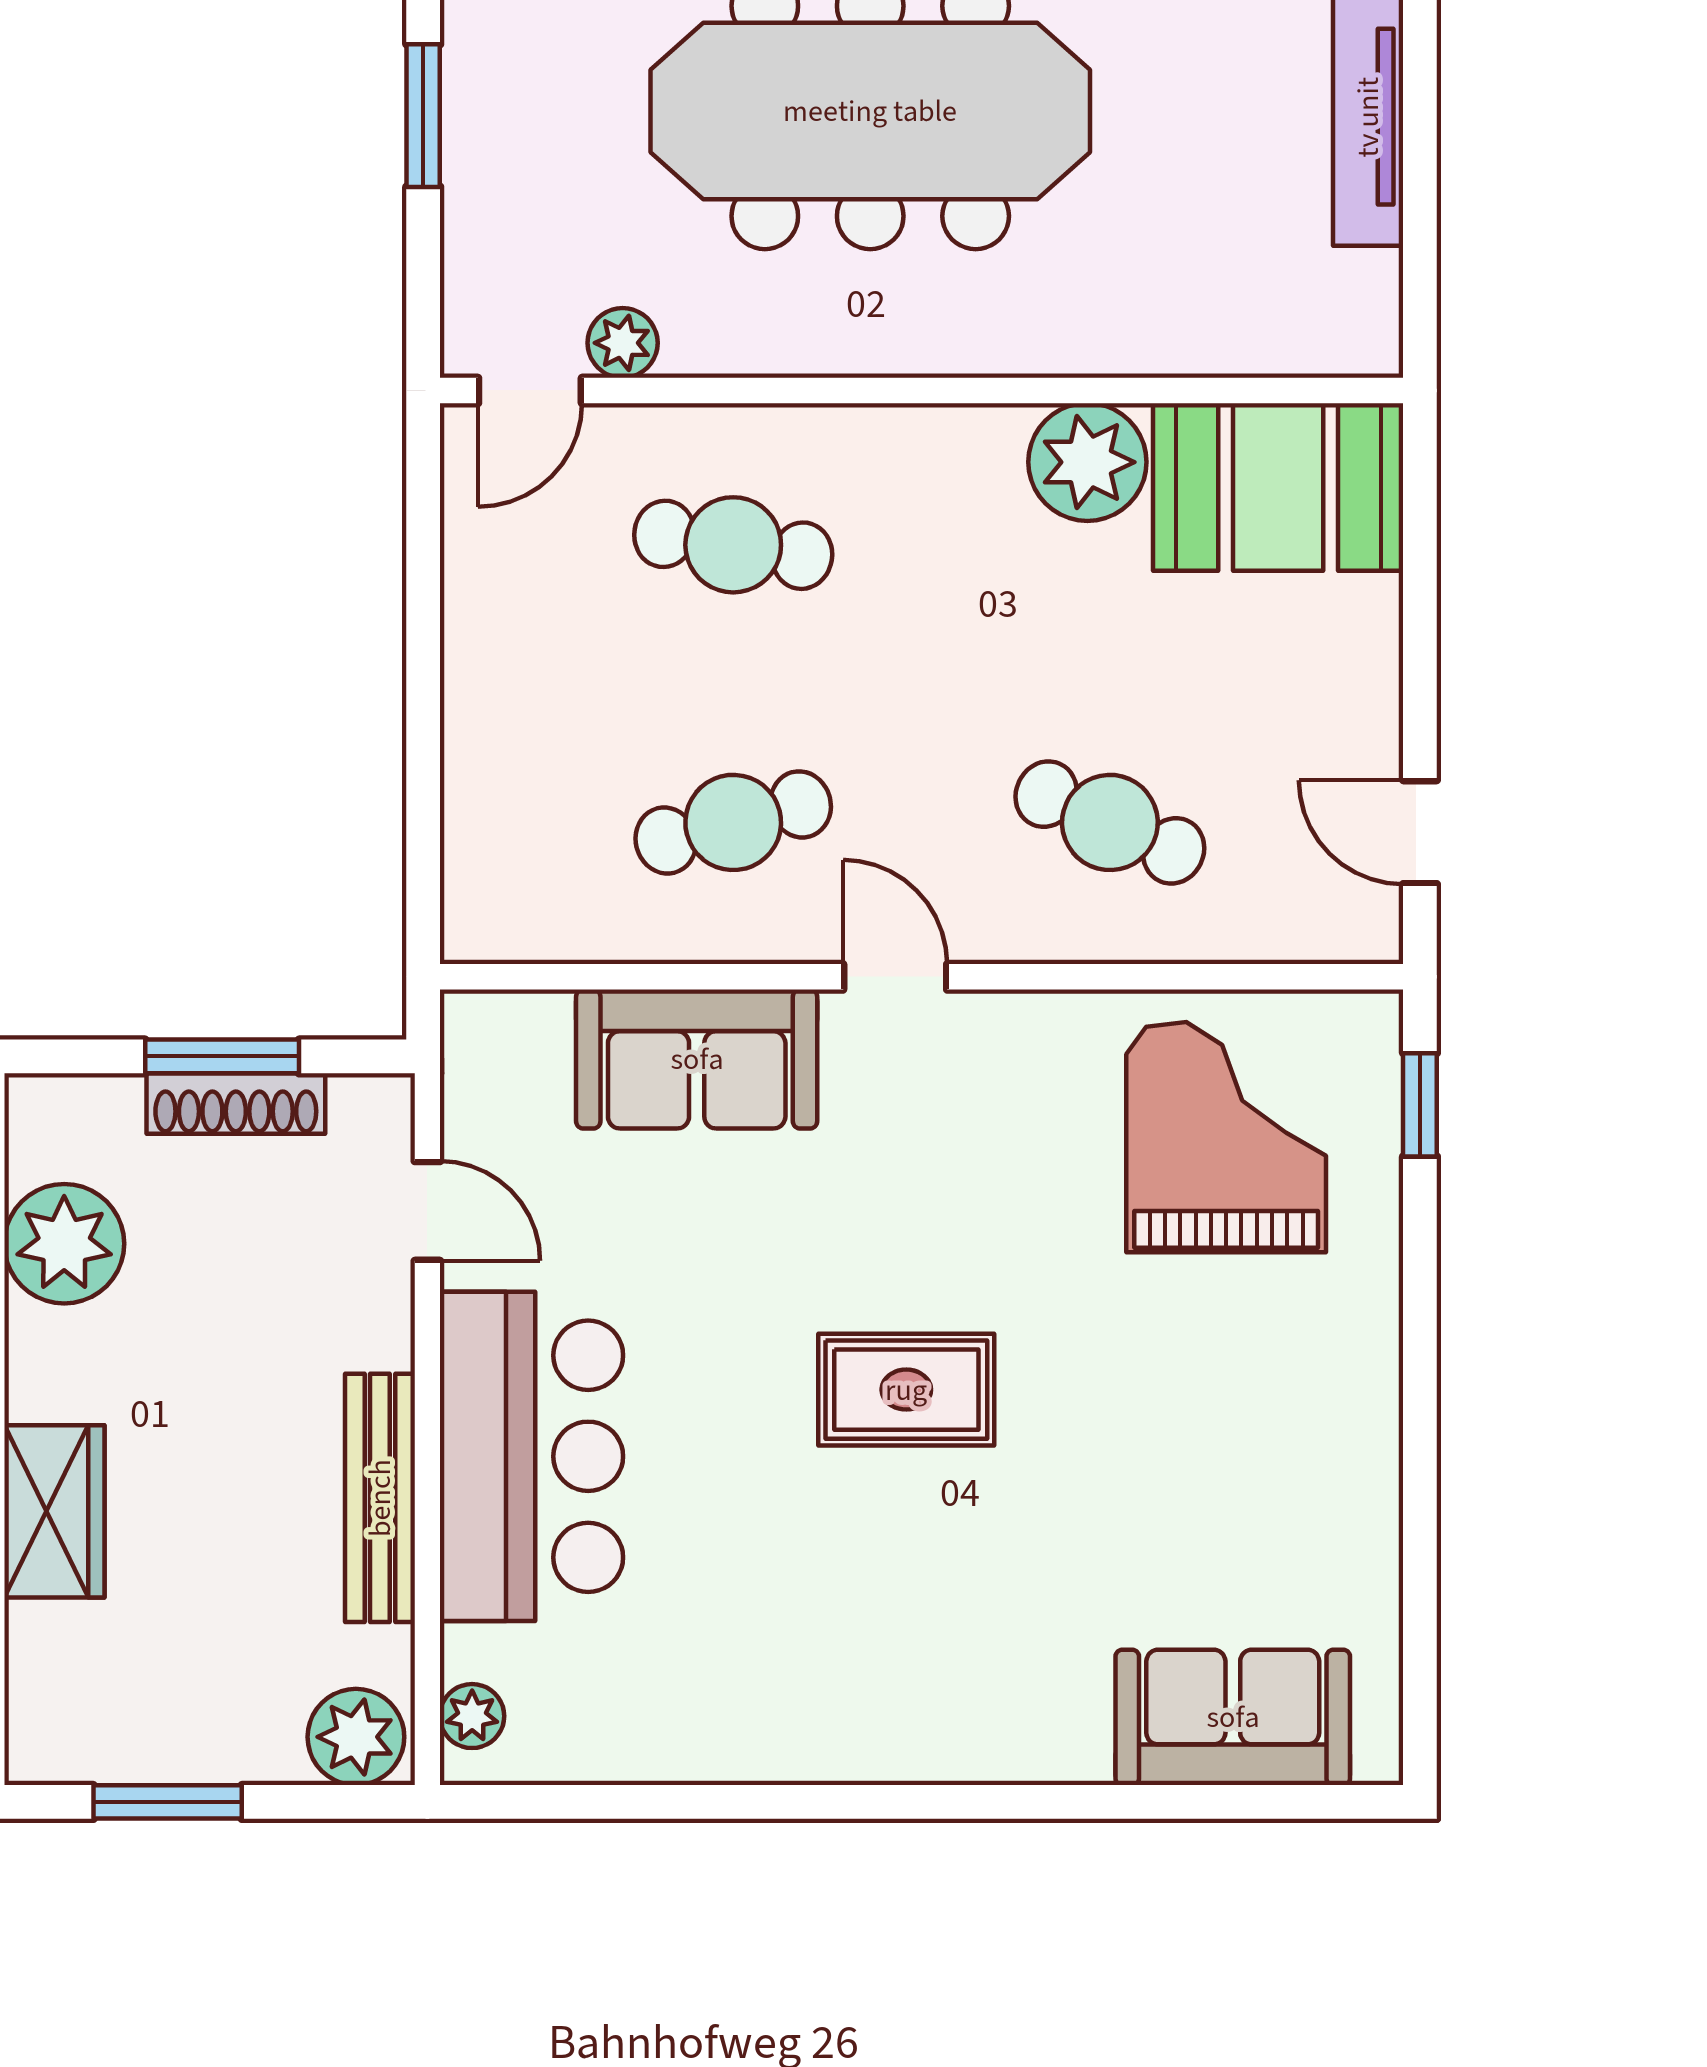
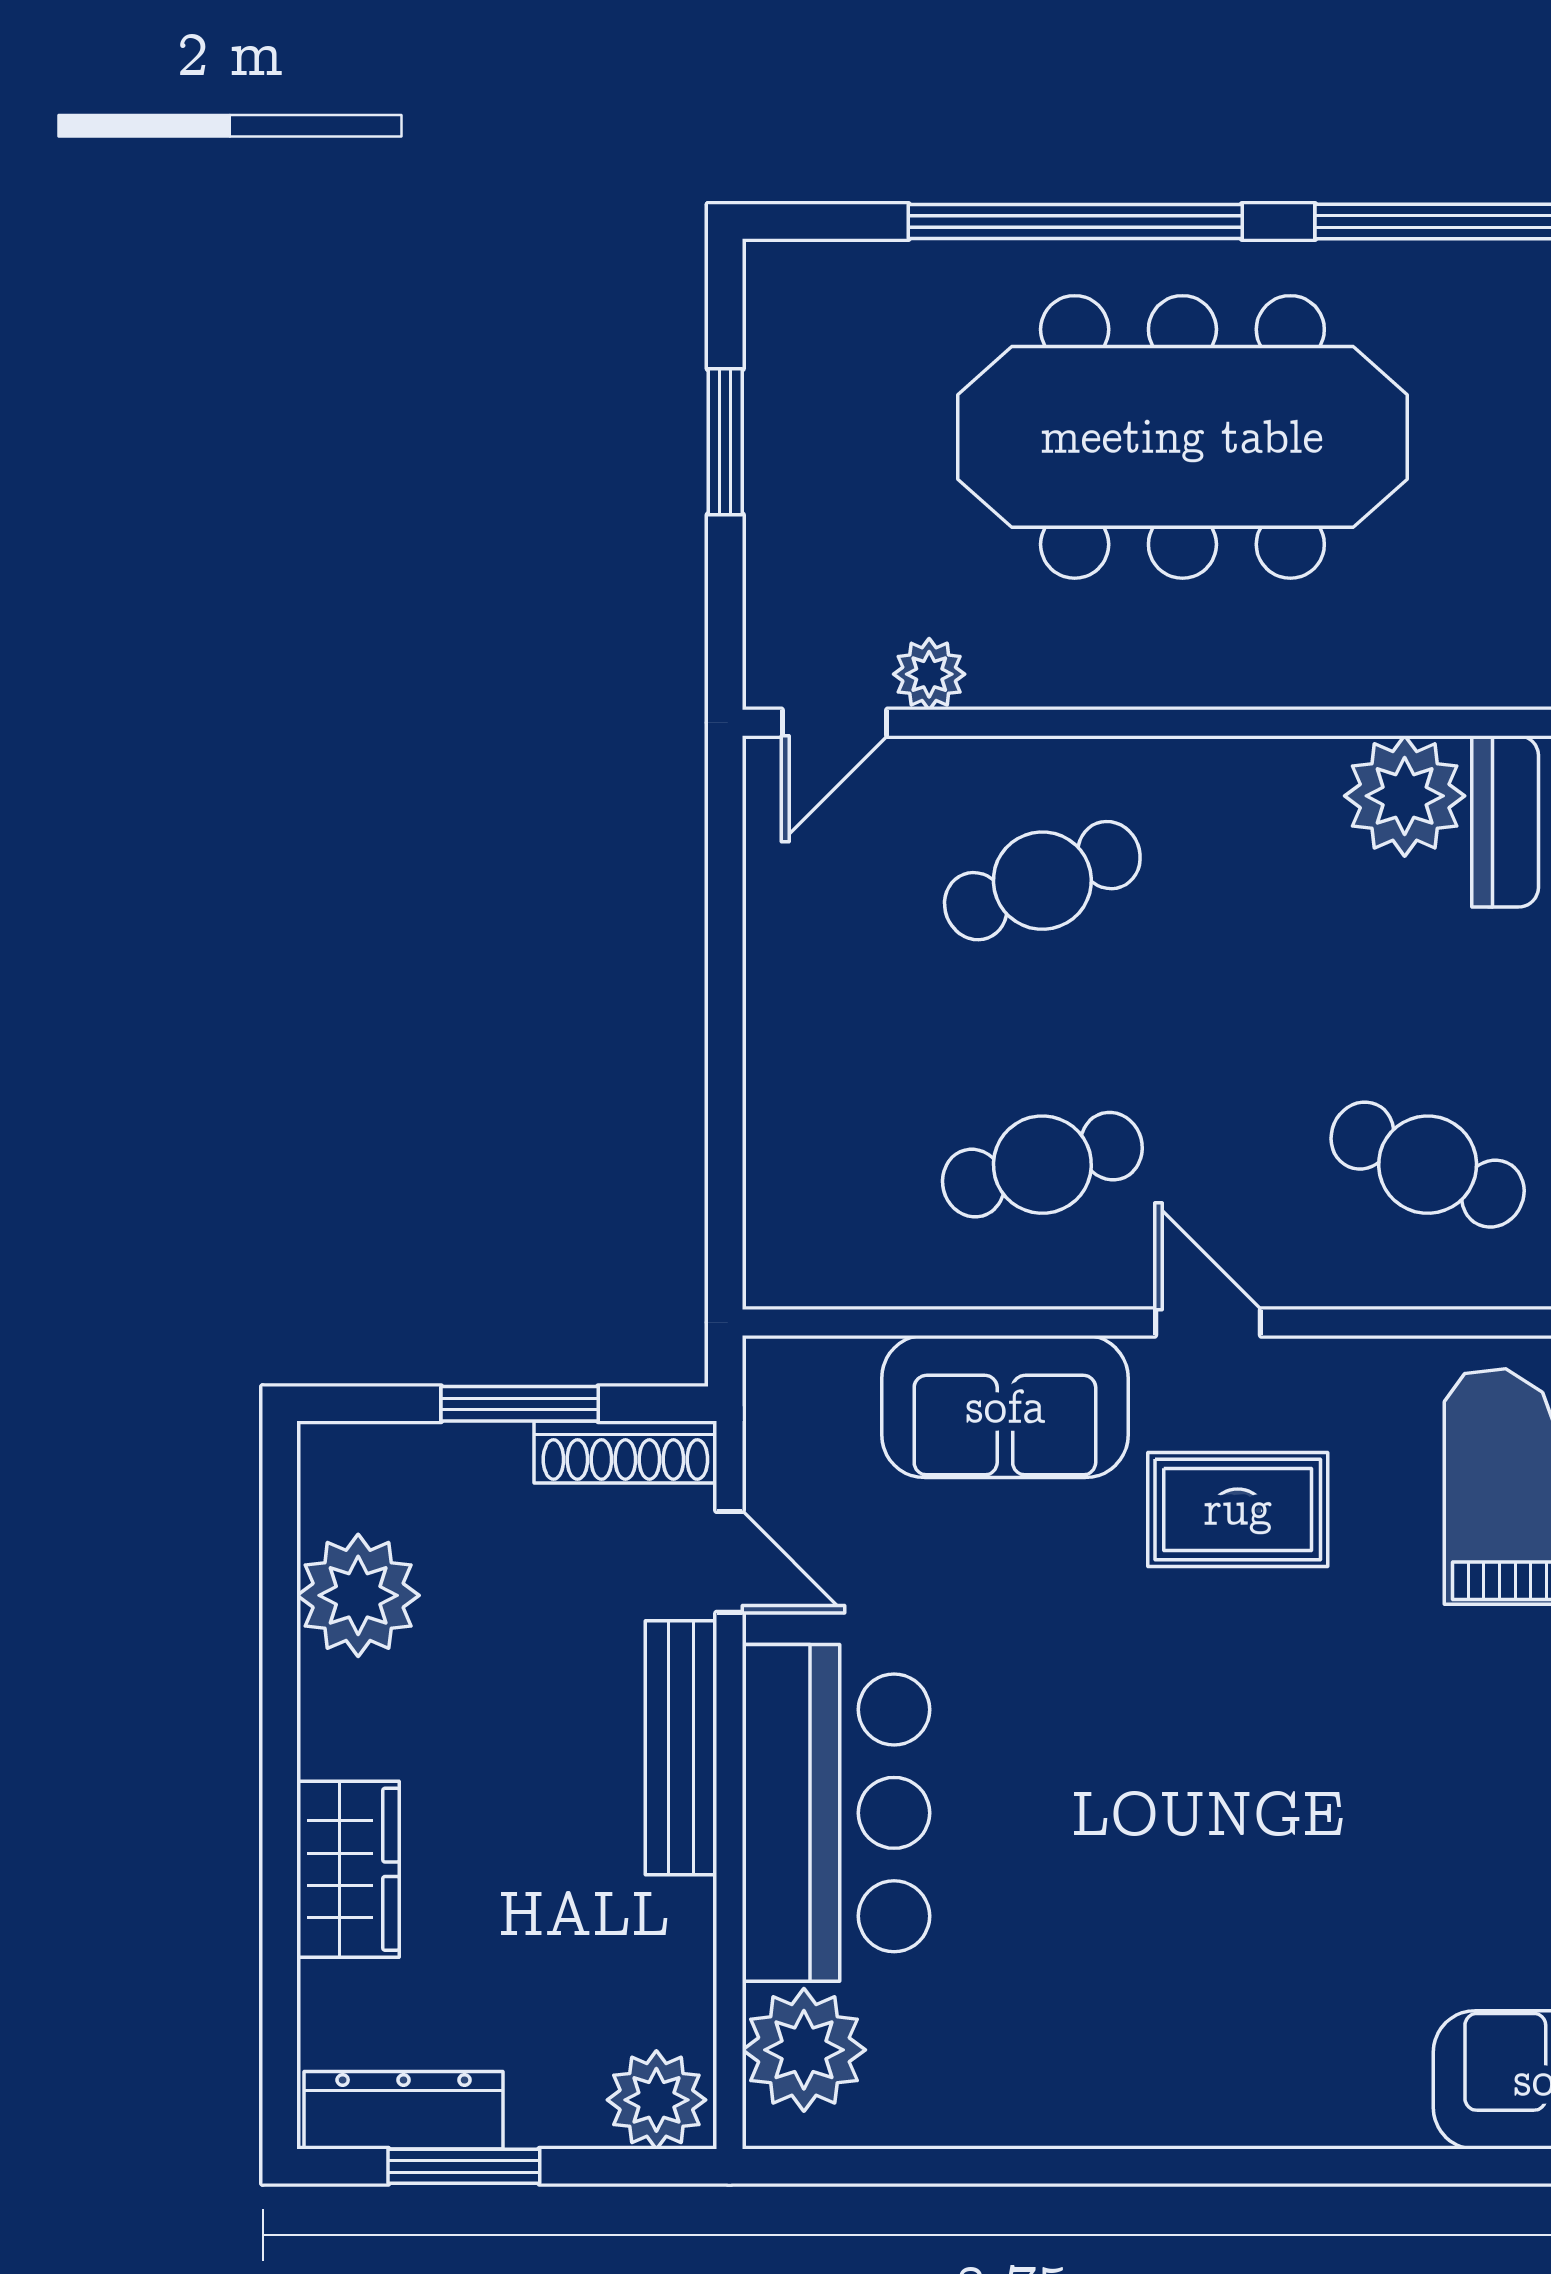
cafe table: (733, 545) -> (1042, 881), turned -30
shoe rack: (236, 1103) -> (625, 1452), moved
rug: (906, 1390) -> (1238, 1509), moved
bench: (380, 1498) -> (681, 1748), moved
plant: (472, 1716) -> (804, 2050), width x1.87, depth x1.87
dresser: (109, 1747) -> (404, 2110), added

